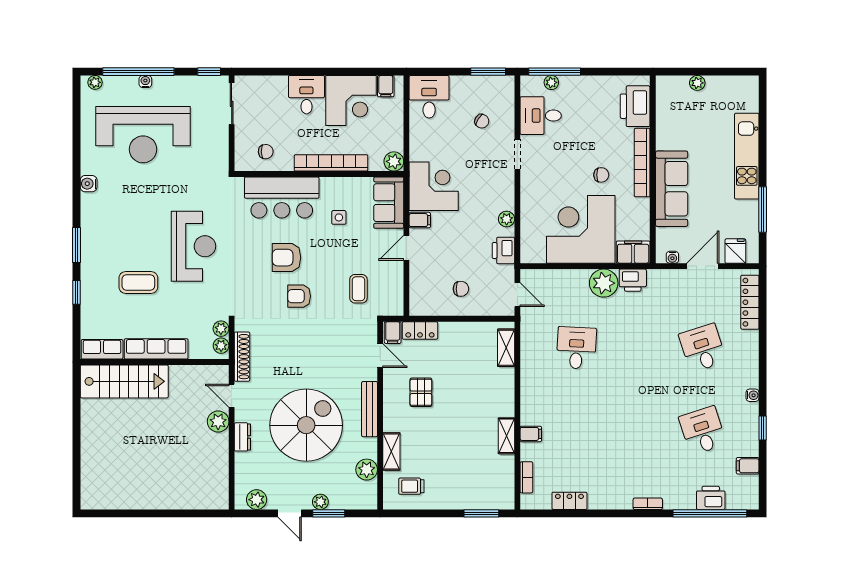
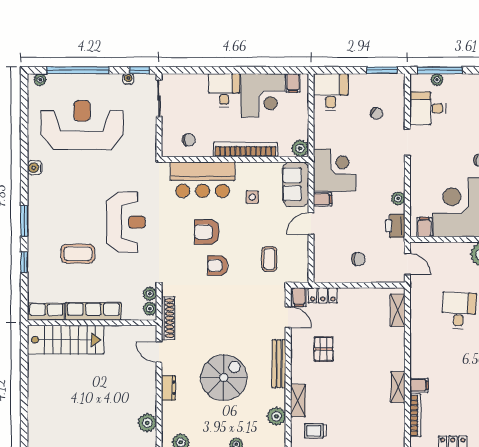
water cooler: (145, 82) -> (128, 79), moved
reception desk: (143, 135) -> (82, 125), turned 180
filing cabinet: (537, 252) -> (424, 227), added
plant: (218, 422) -> (147, 423), moved
spiral stairs: (306, 425) -> (224, 378), width x0.73, depth x0.73
bookcase: (526, 477) -> (415, 415), width x1.56

